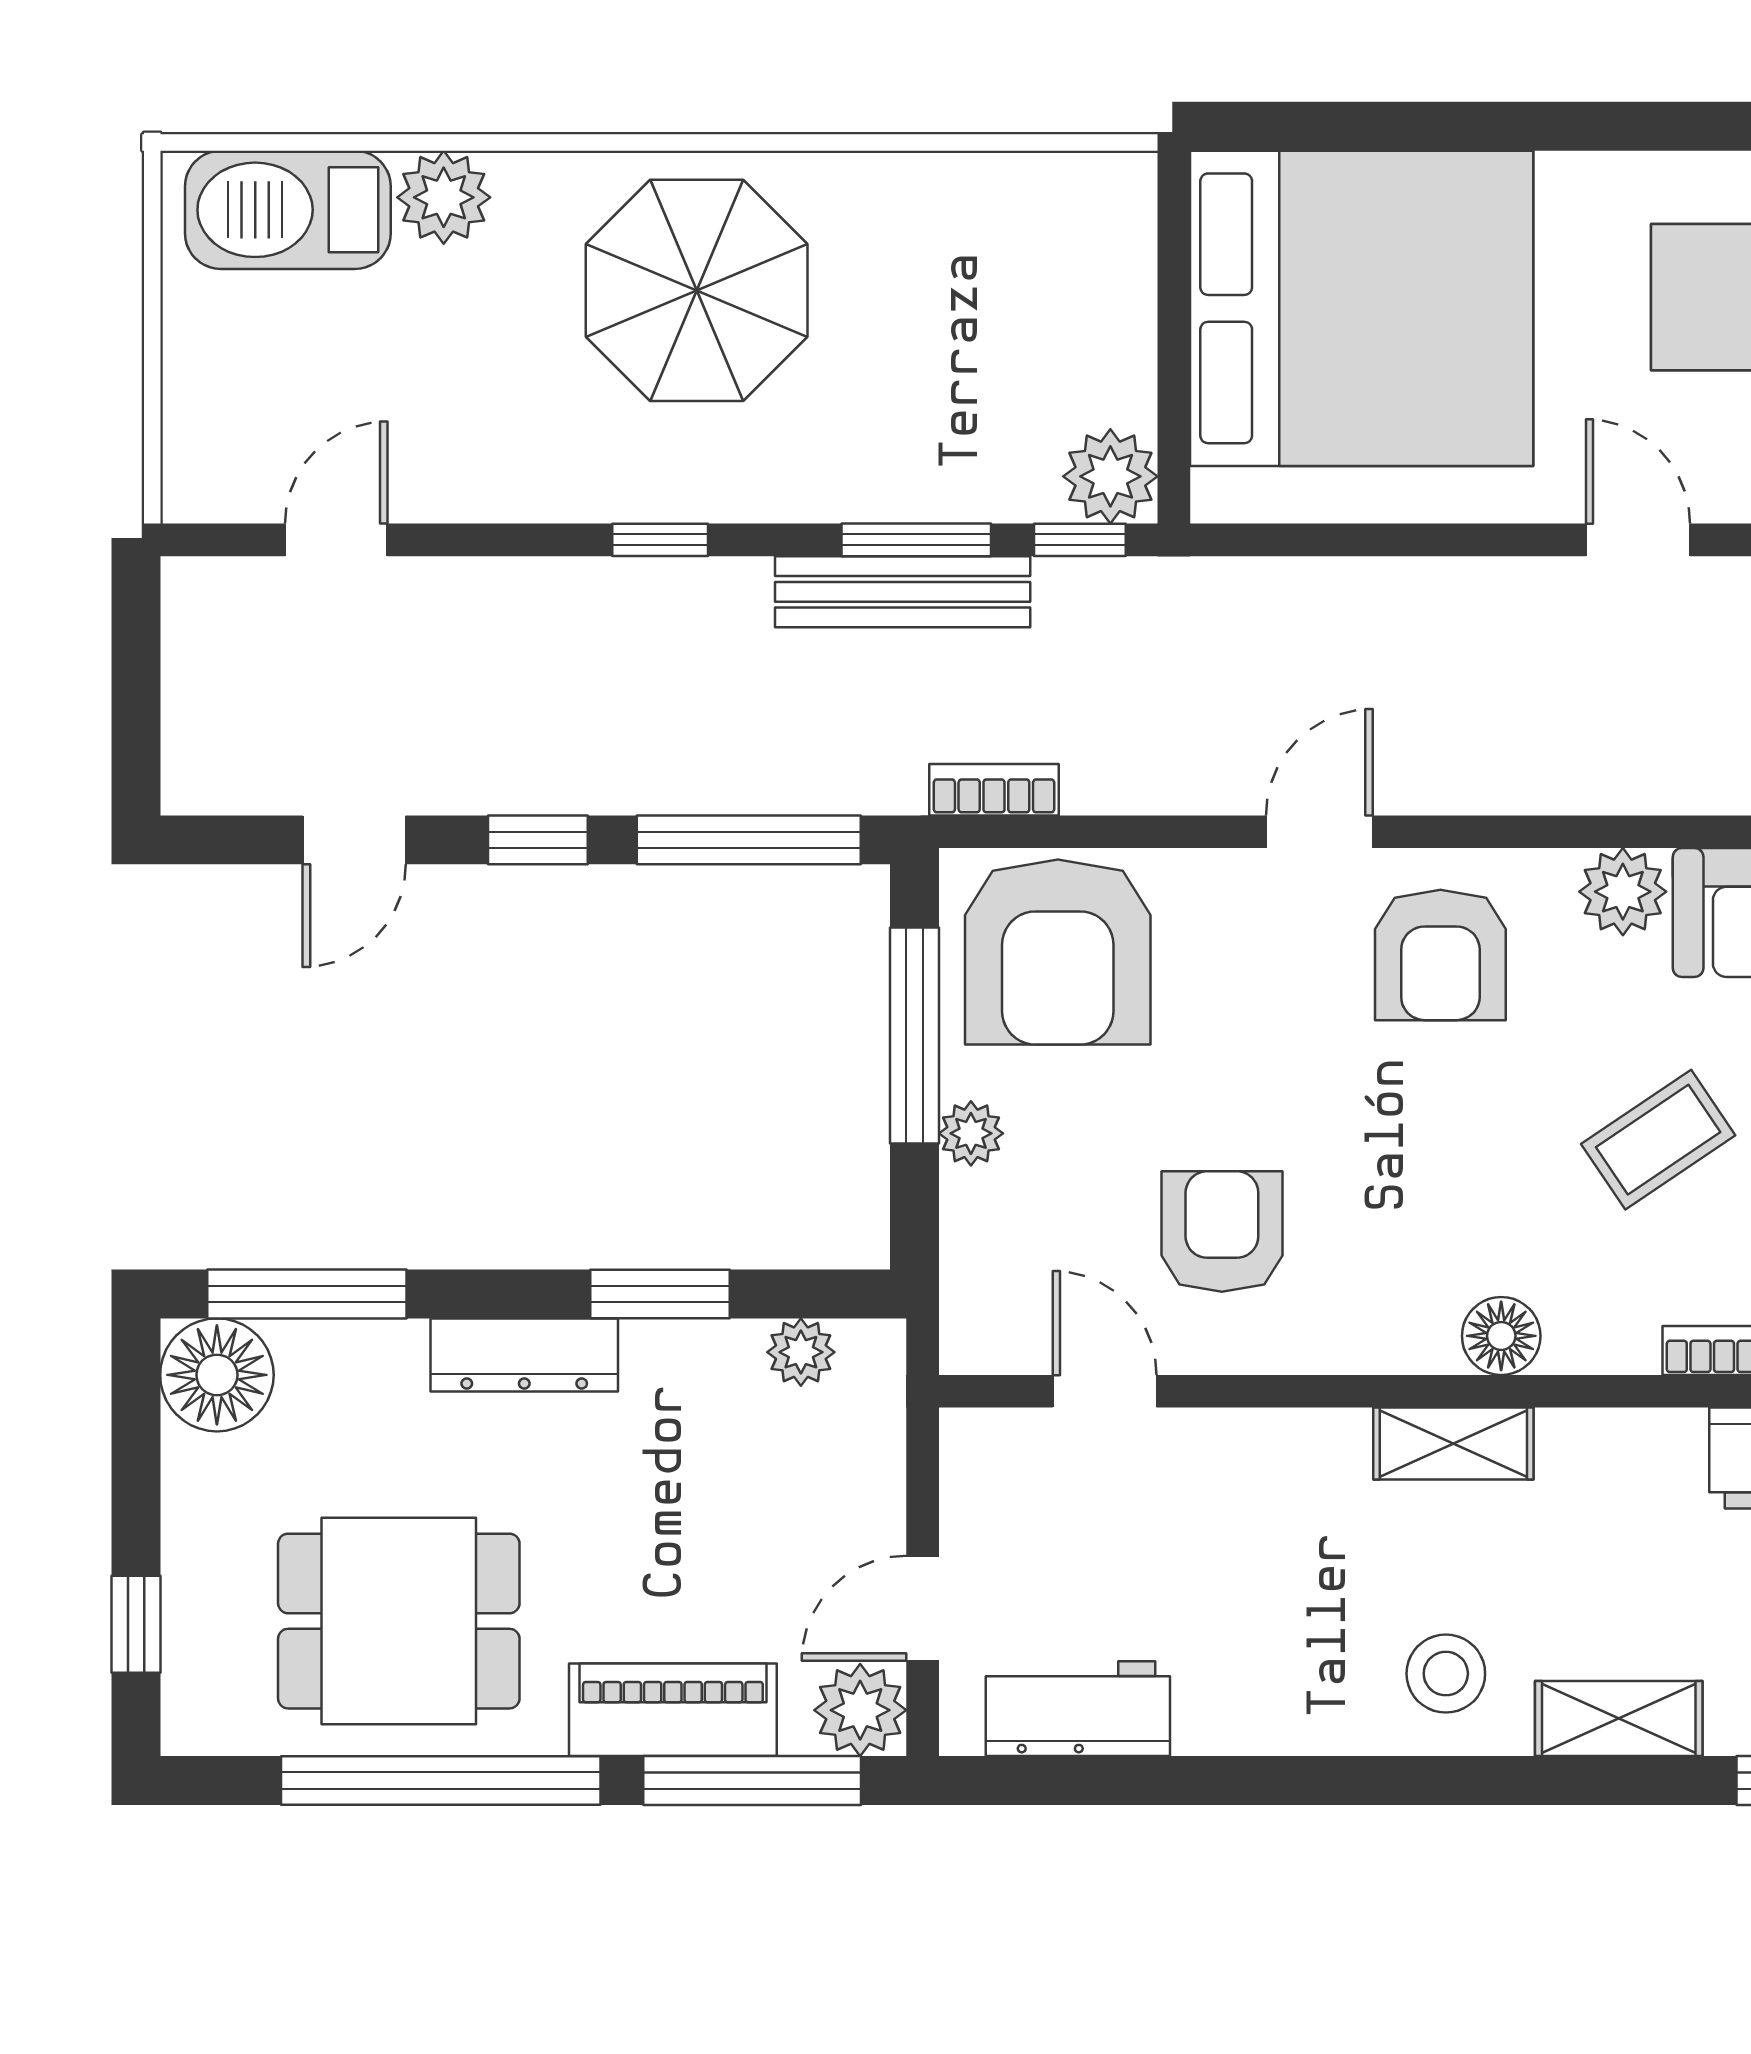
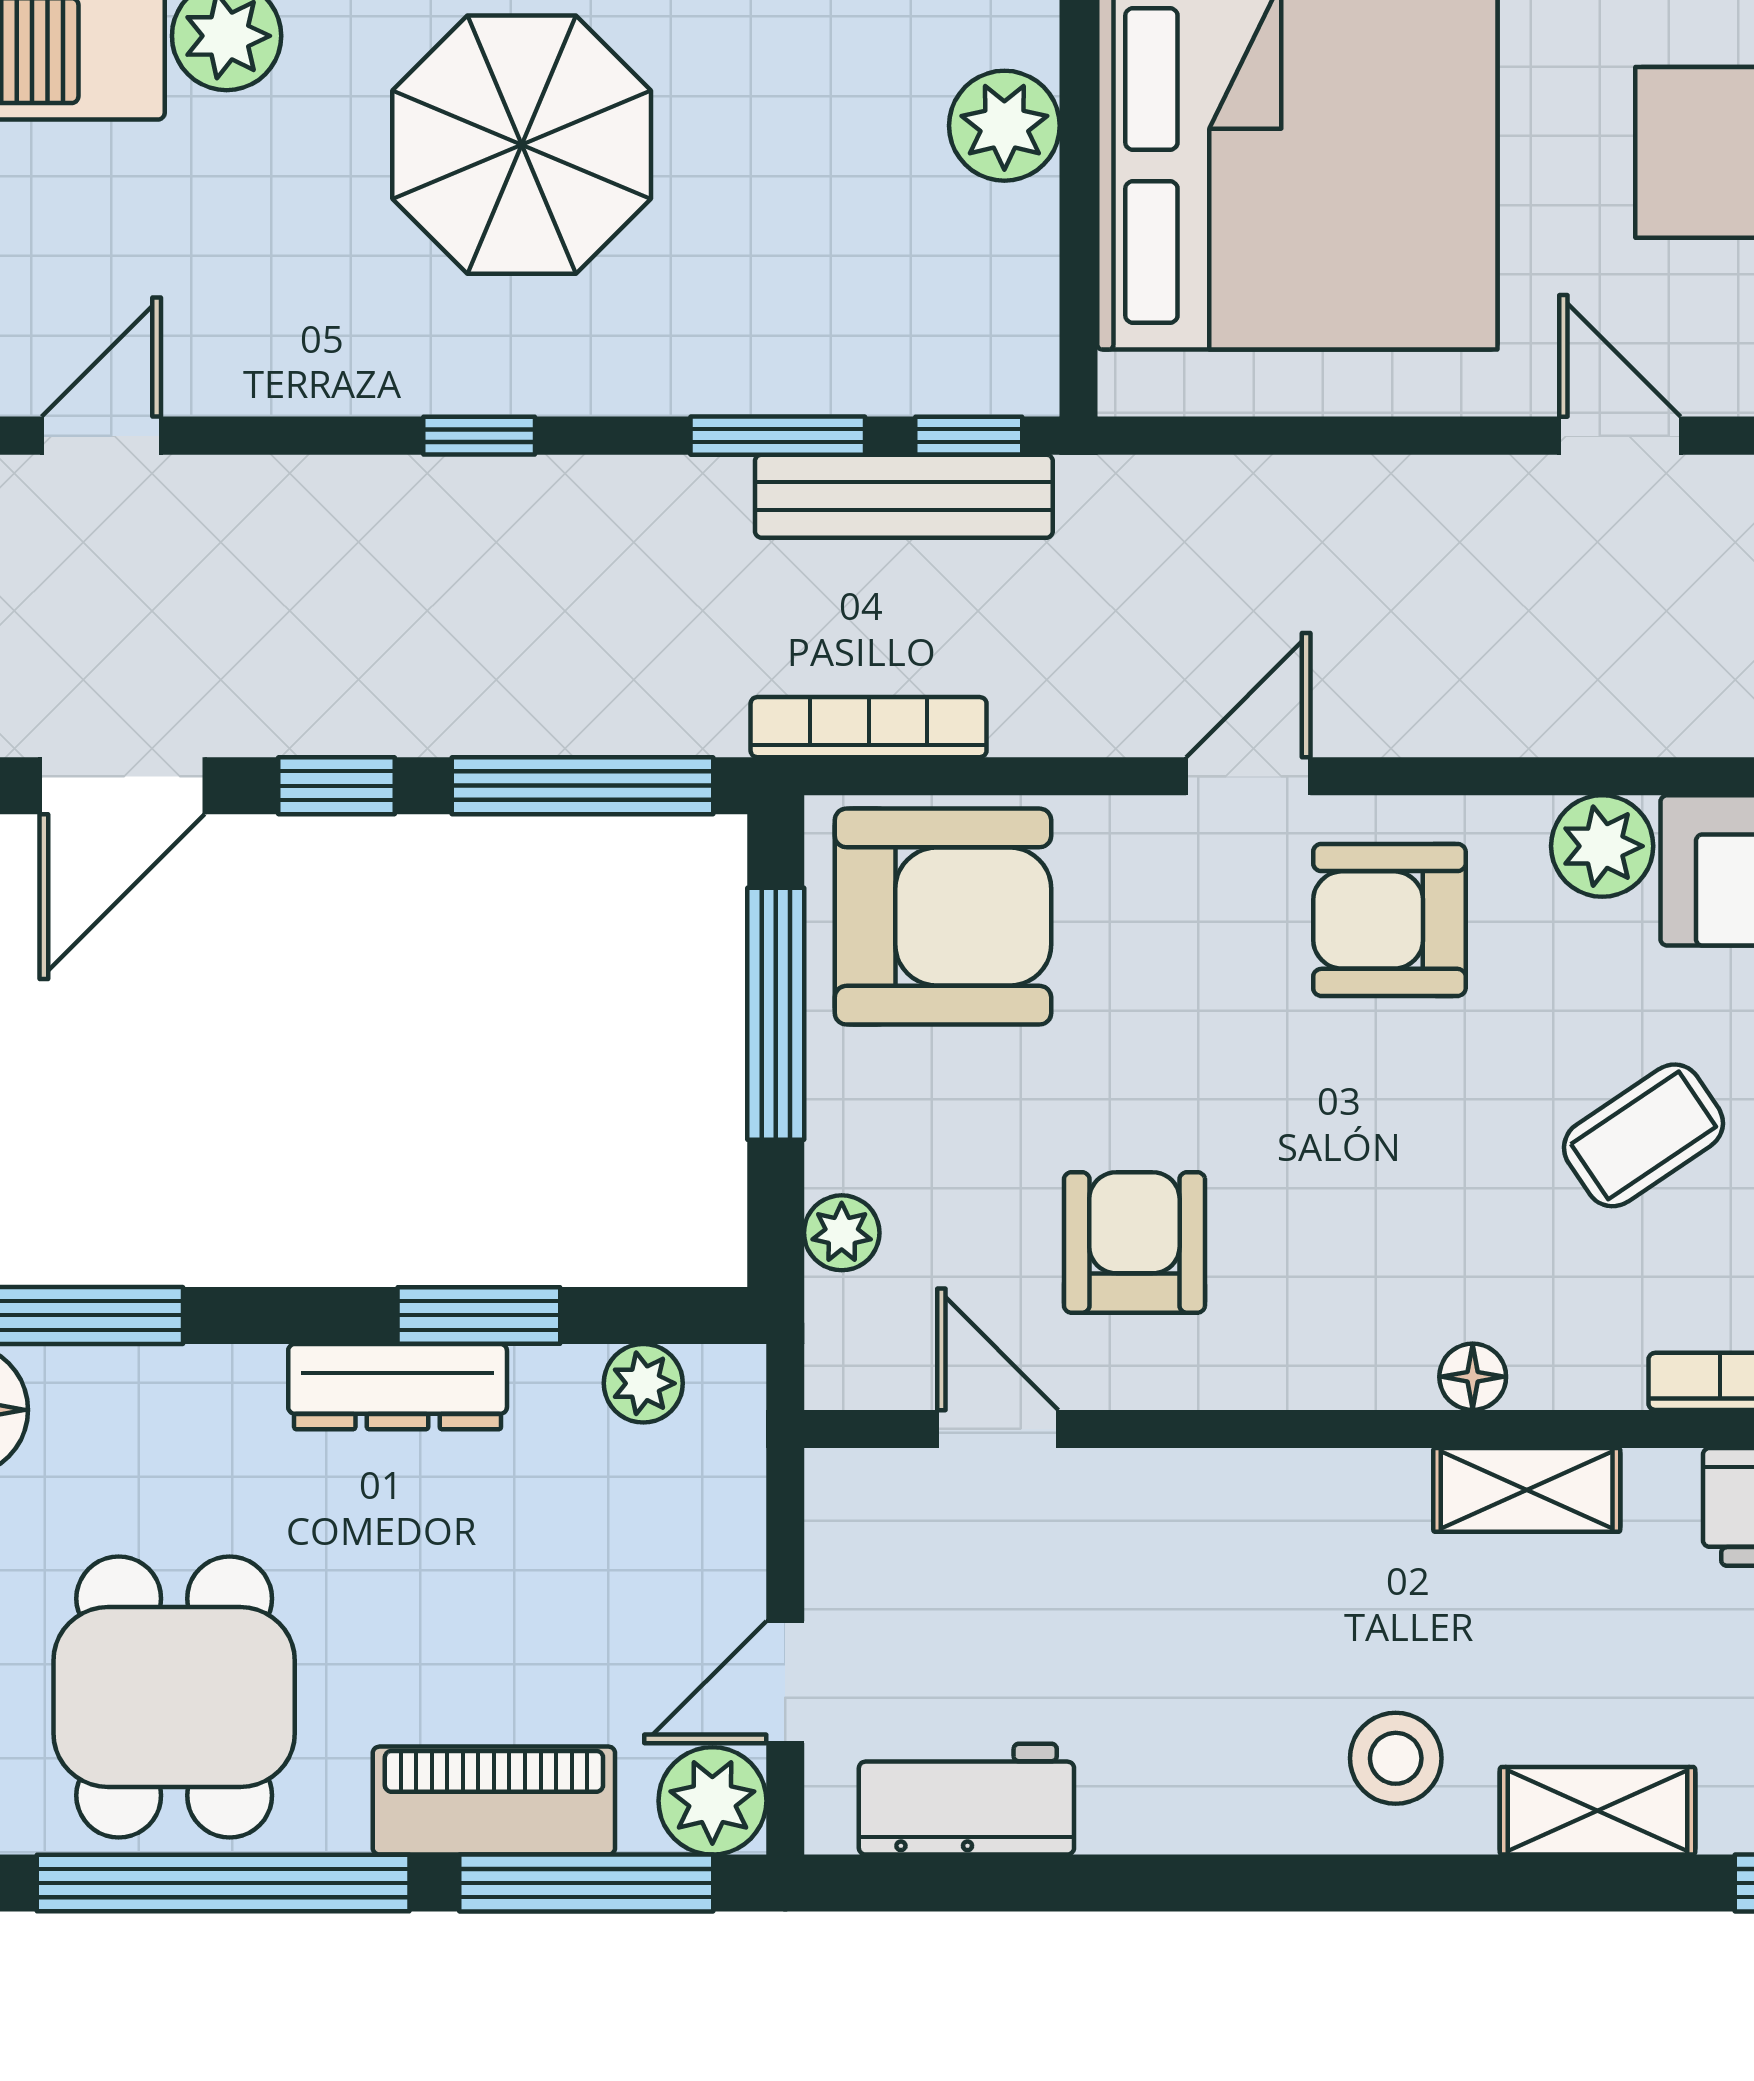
plant: (1110, 476) -> (1004, 126), moved
bench: (903, 592) -> (904, 496), moved
bookcase: (994, 790) -> (869, 727), width x1.56
door: (354, 840) -> (122, 786), width x1.38
armchair: (1058, 952) -> (943, 917), turned -90
armchair: (1440, 955) -> (1389, 920), turned 90
plant: (971, 1133) -> (842, 1233), moved
floor lamp: (1501, 1336) -> (1473, 1377), width x0.73, depth x0.73
dresser: (524, 1355) -> (398, 1387), moved
shelving: (1453, 1444) -> (1527, 1490), moved
dining table: (399, 1621) -> (174, 1697), turned 90

